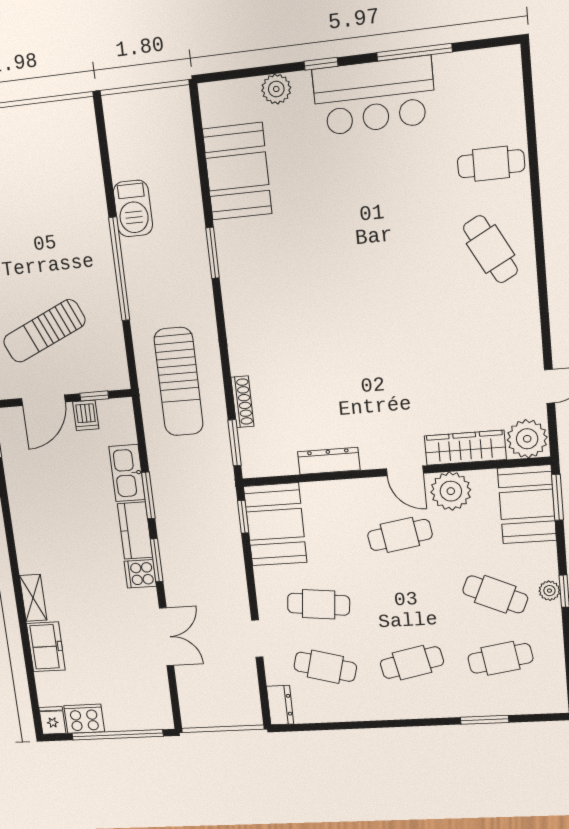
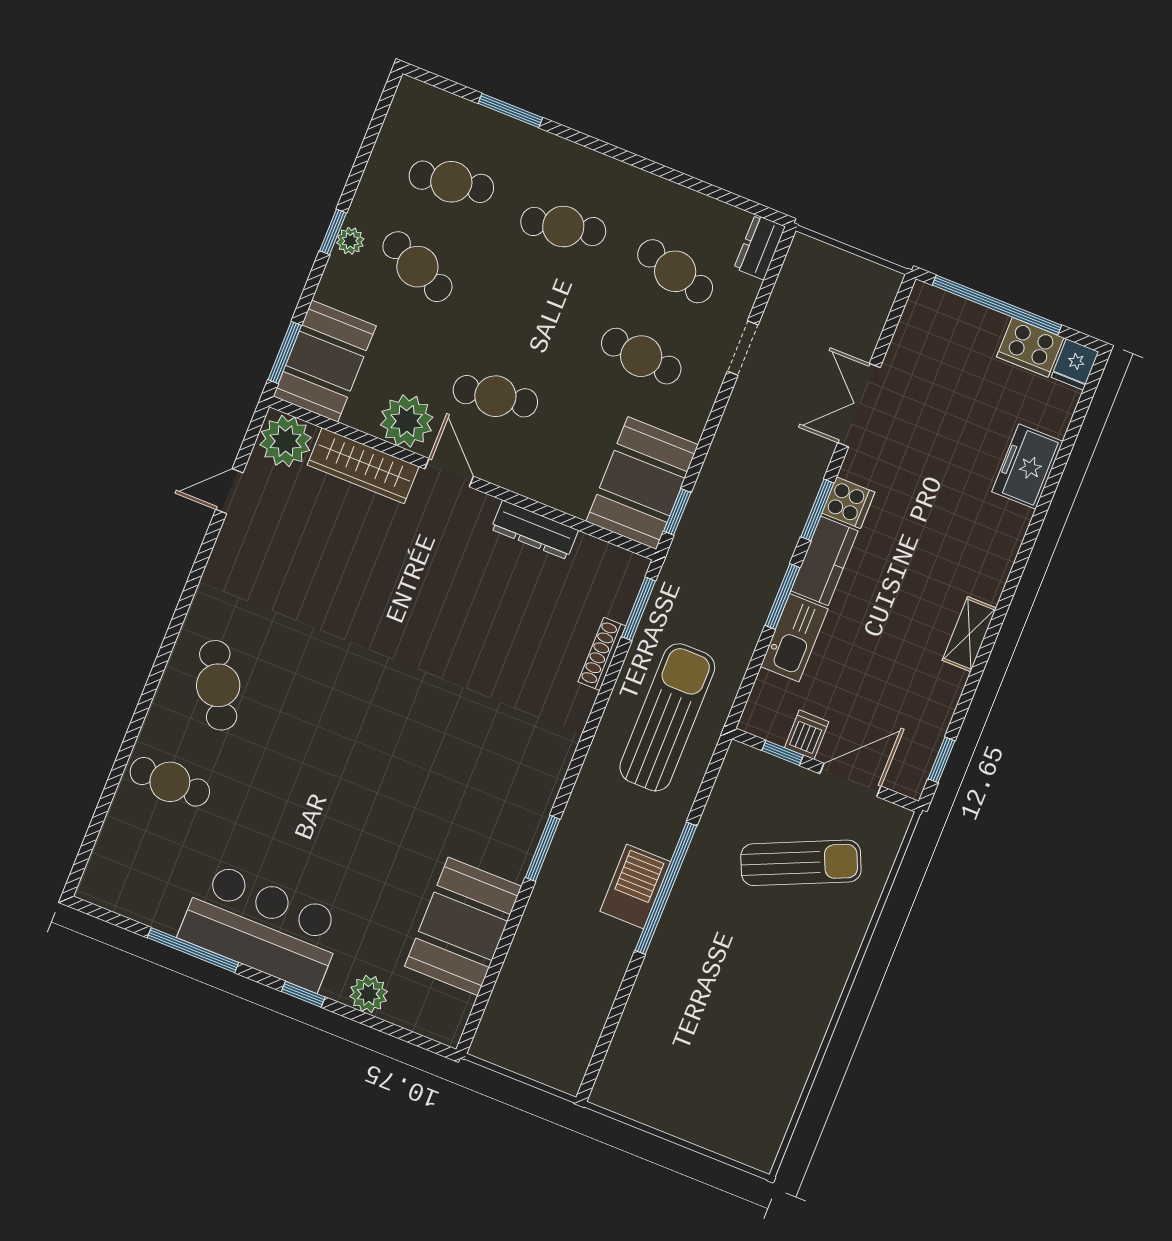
barbecue: (133, 208) -> (635, 886), moved
shelving: (33, 598) -> (969, 634), moved

